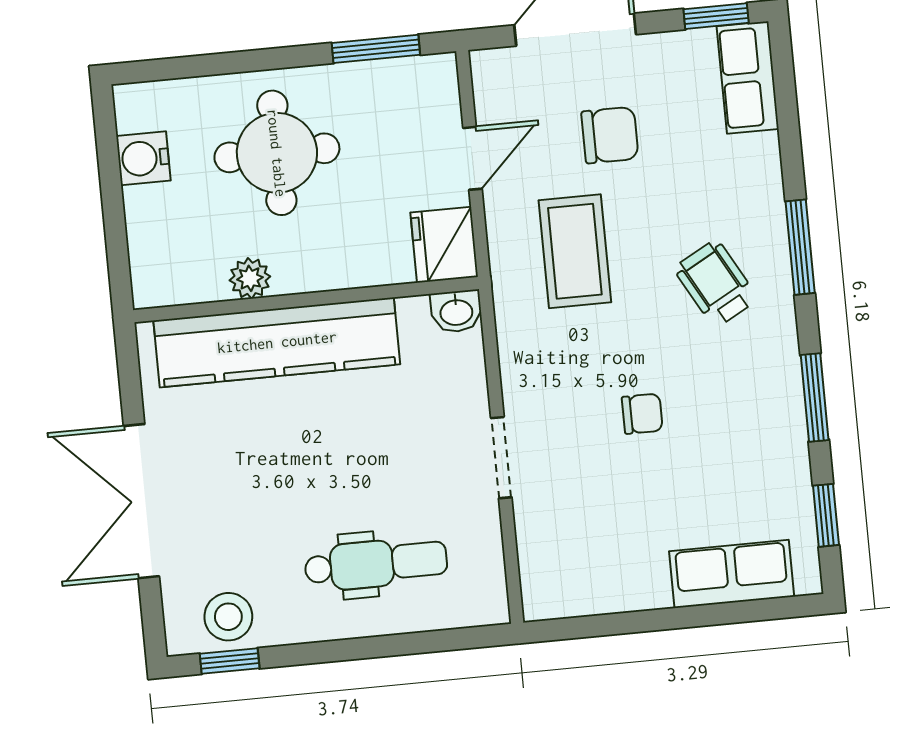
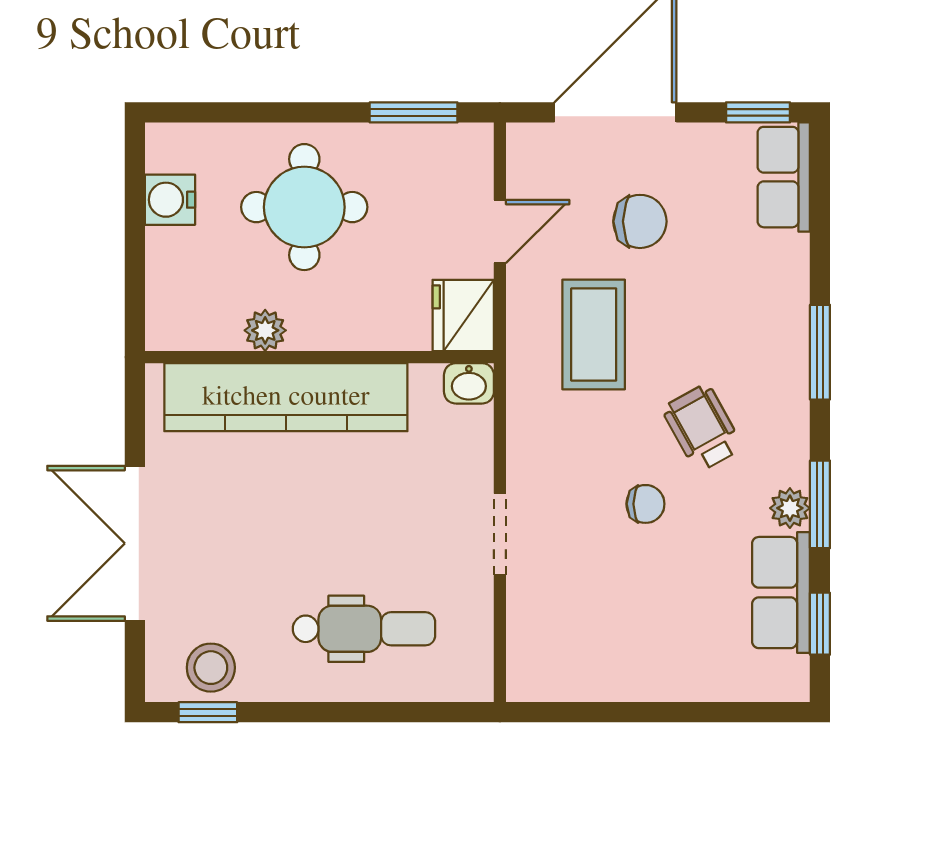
wheelchair: (716, 284) -> (702, 428), moved
plant: (785, 404) -> (790, 508), added
row of seats: (732, 574) -> (781, 593), moved, turned -90

